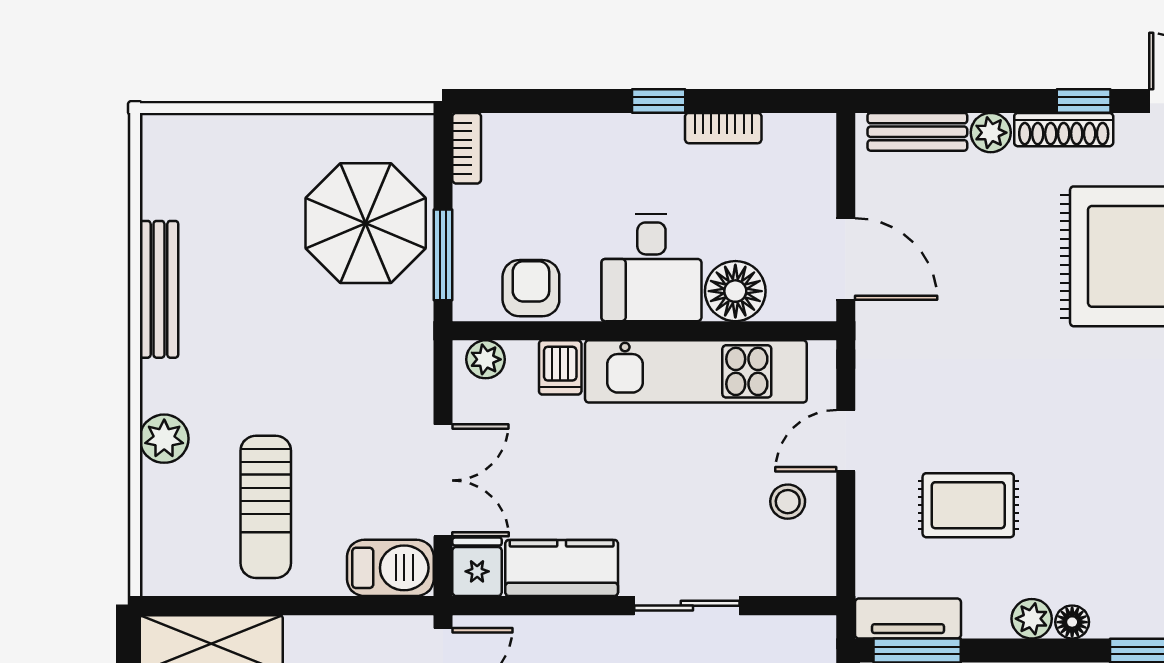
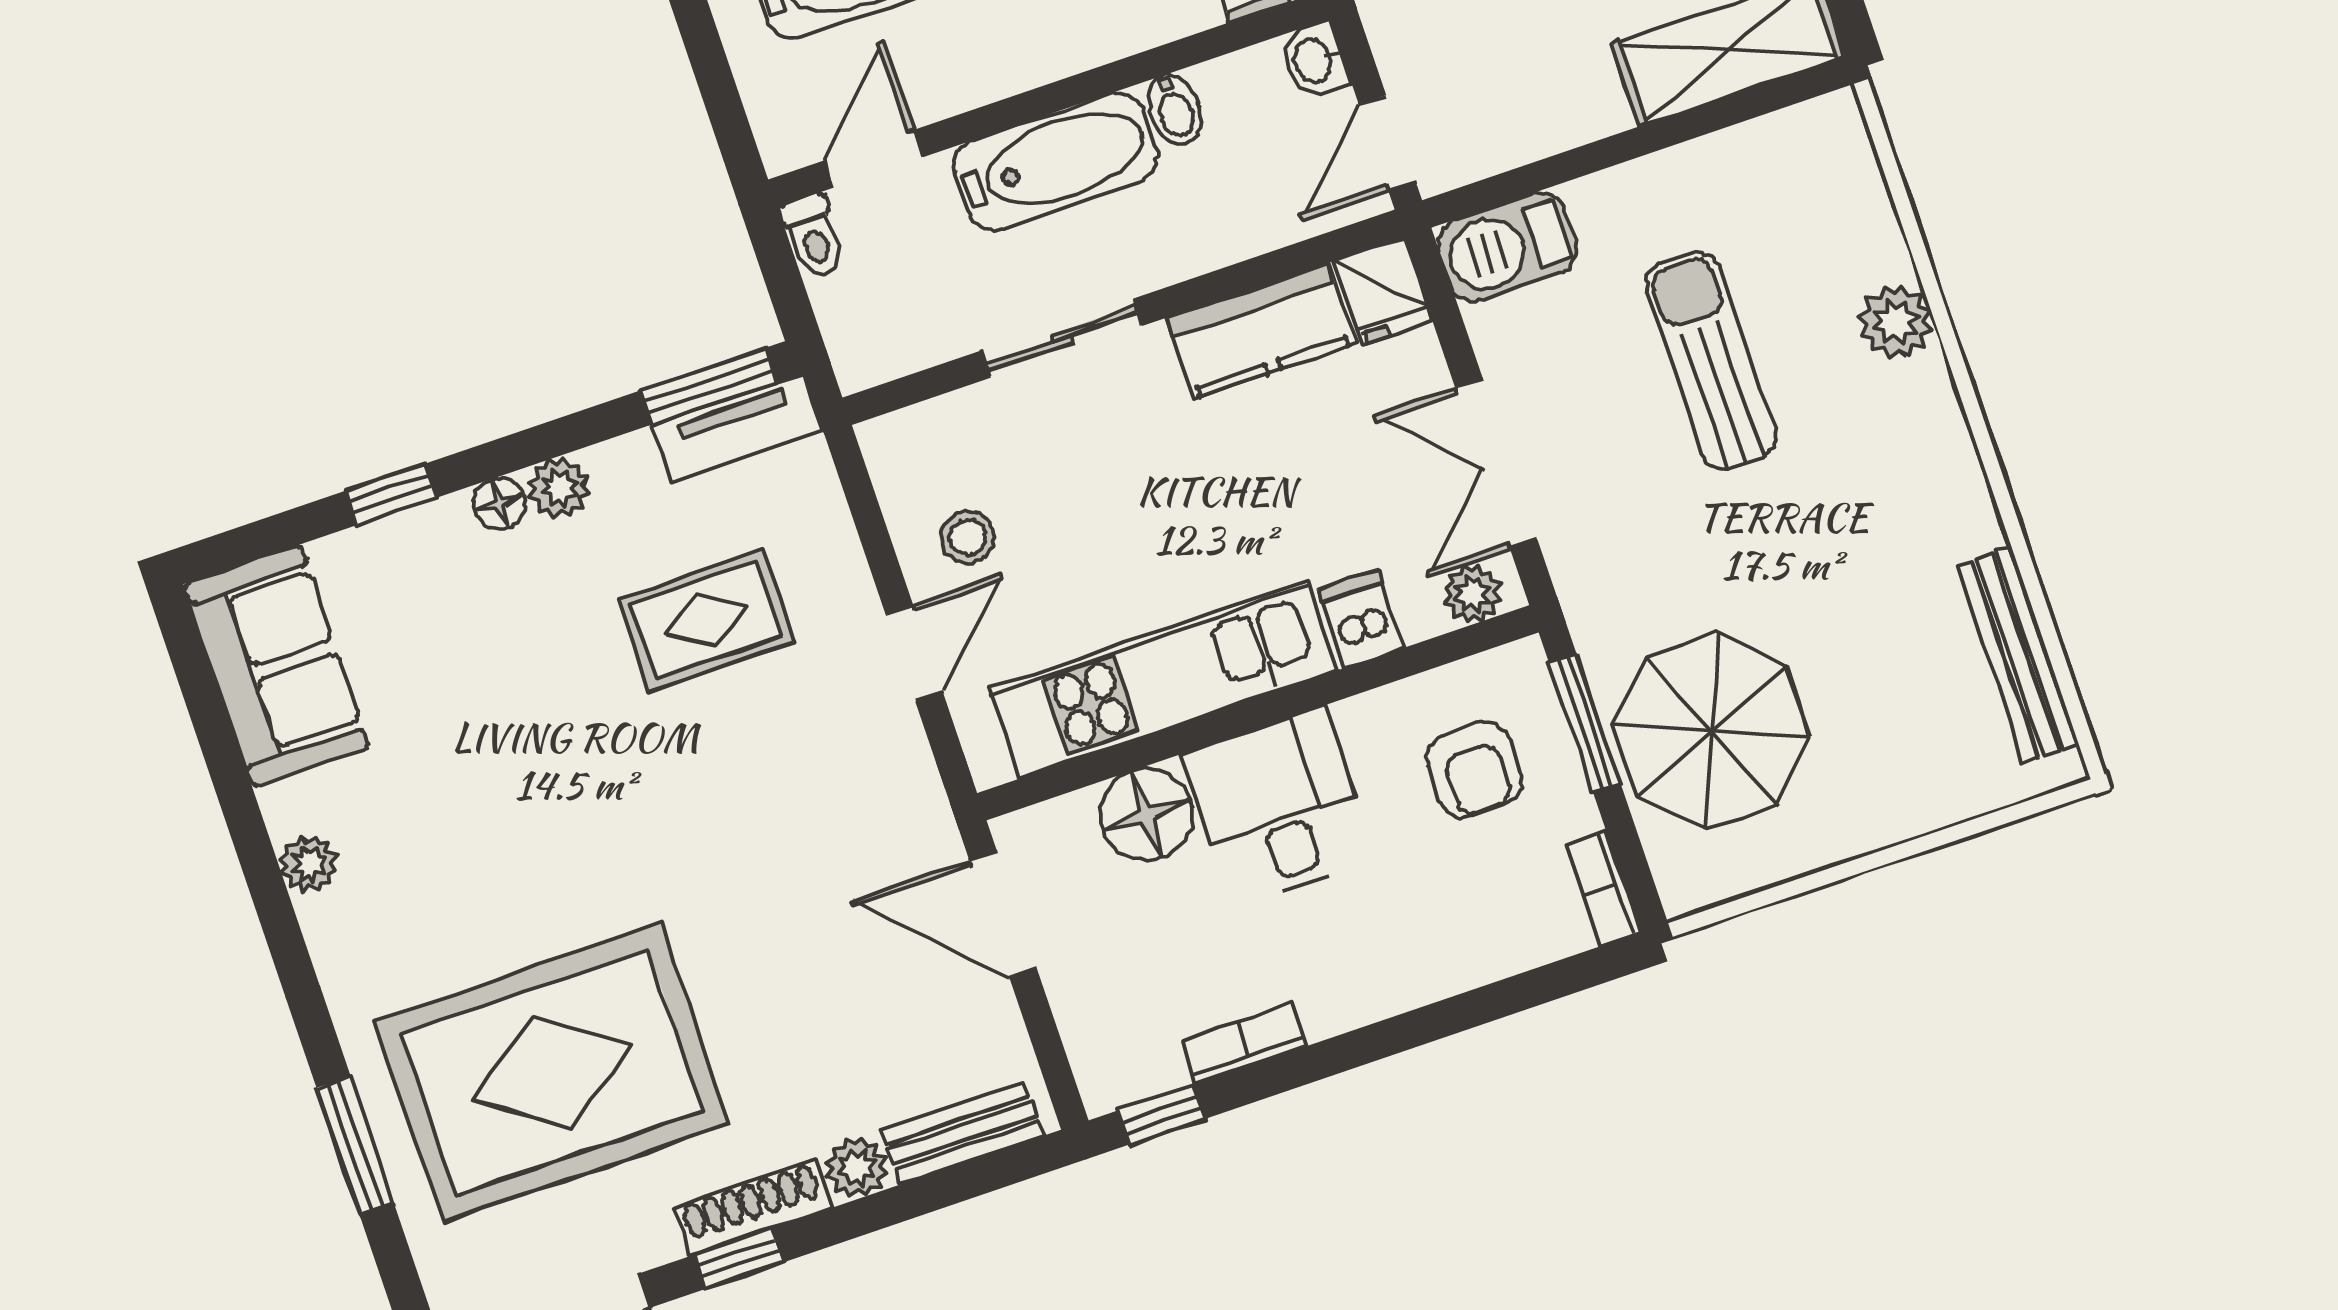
window: (659, 101) -> (1161, 1115), moved
armchair: (531, 288) -> (1475, 770), moved
bench: (159, 289) -> (2018, 655), moved
double door: (443, 480) -> (1496, 464), moved
sun lounger: (266, 507) -> (1711, 361), moved

